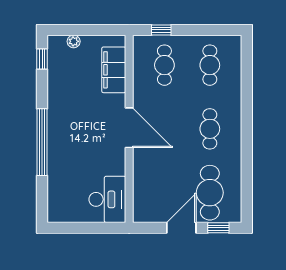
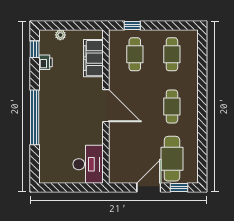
printer: (55, 75) -> (46, 62), added

